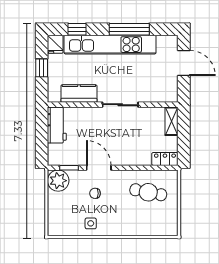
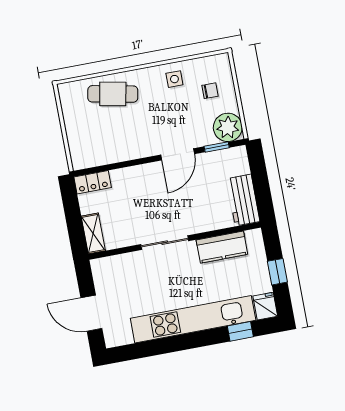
window: (129, 29) -> (172, 344), removed
door: (99, 168) -> (178, 154), hinge flipped
cafe table: (148, 192) -> (113, 94), moved
chair: (95, 193) -> (210, 91), moved

